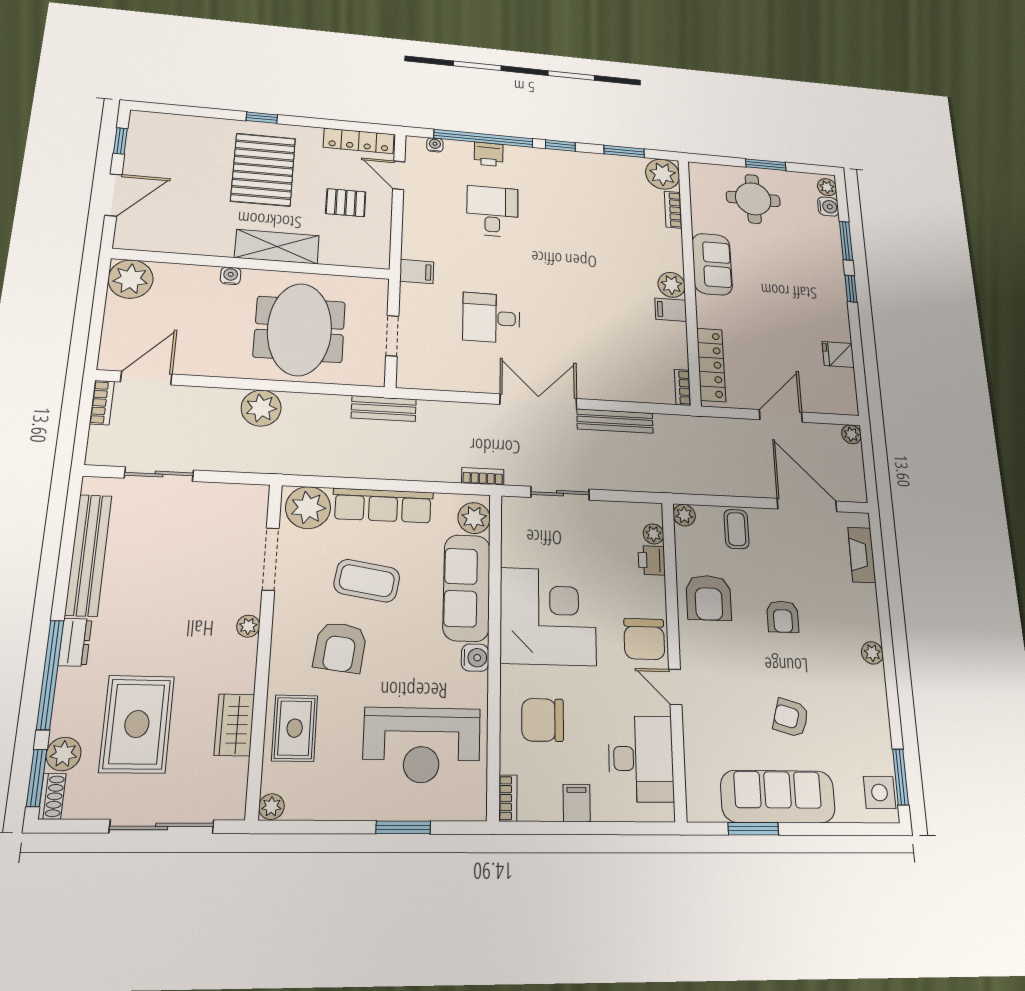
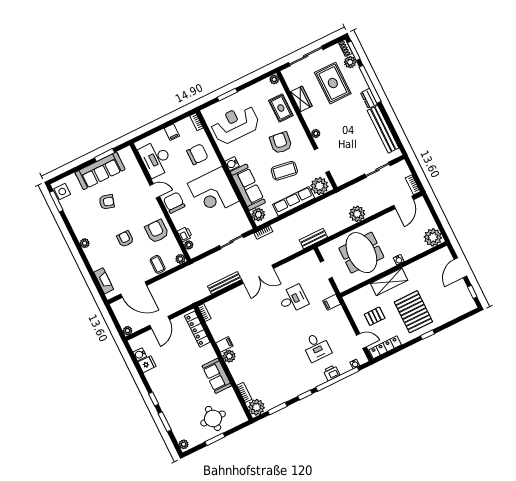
water cooler: (828, 207) -> (140, 354), moved

